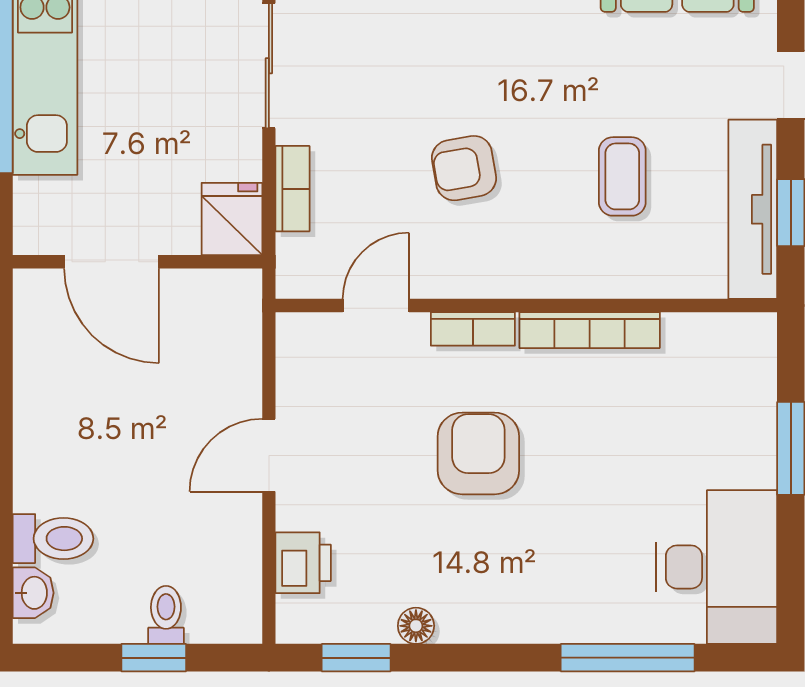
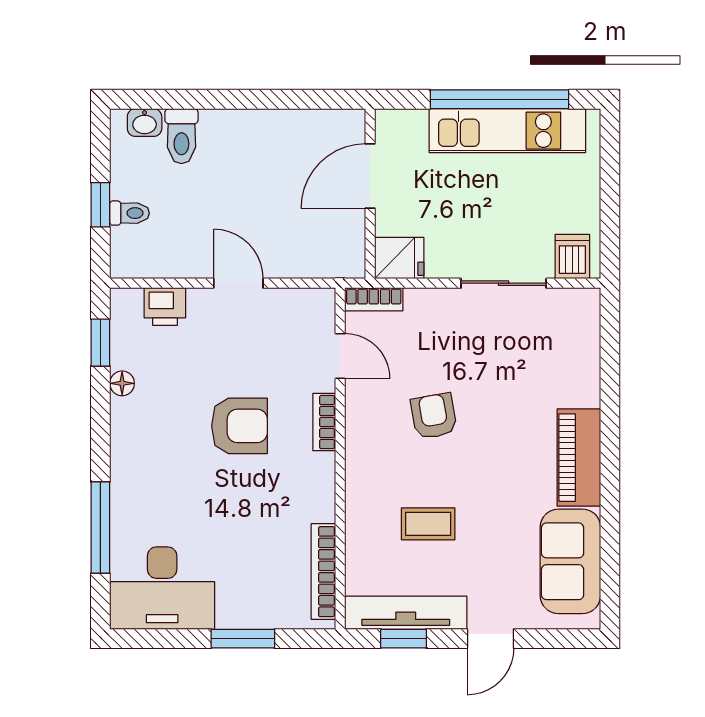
bookcase: (293, 189) -> (374, 299), moved
bookcase: (590, 330) -> (323, 572), moved

